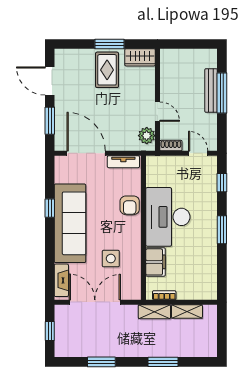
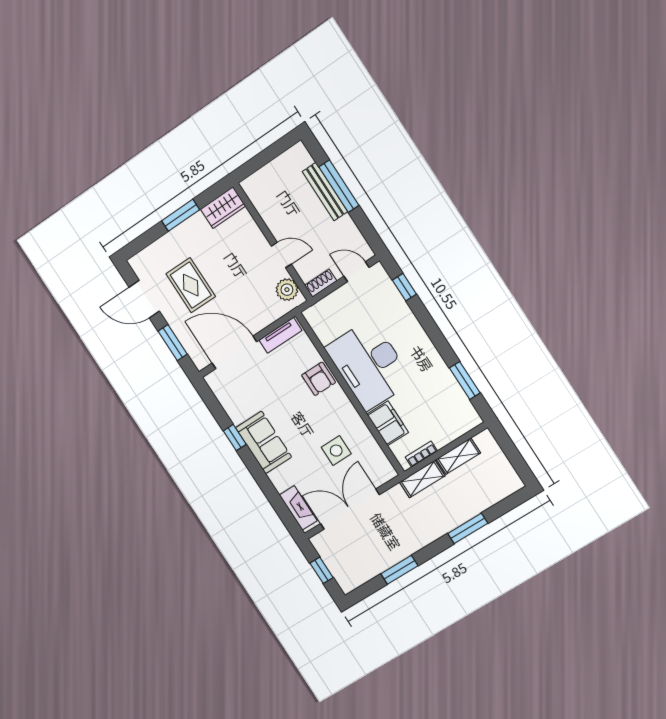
rug: (107, 70) -> (191, 285), moved
sofa: (70, 223) -> (263, 442), width x0.54, depth x0.79
window: (222, 230) -> (465, 380), moved

